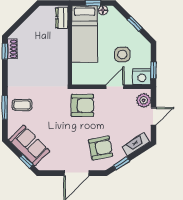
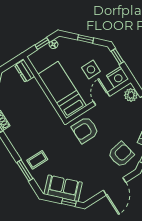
bed: (85, 34) -> (62, 90), moved, turned 180
window: (154, 70) -> (117, 57), moved
armchair: (82, 105) -> (85, 130), turned 180

